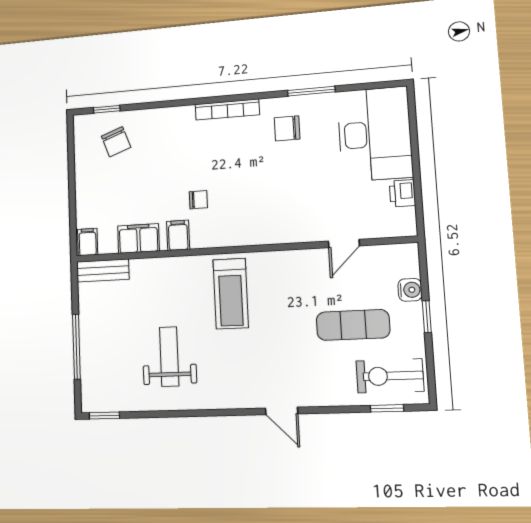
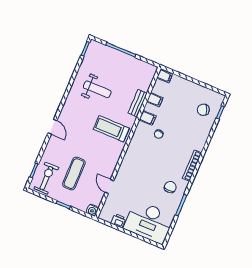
filing cabinet: (139, 238) -> (155, 100), width x0.50
bench: (103, 270) -> (138, 103), moved
water cooler: (410, 290) -> (92, 210), moved
door: (282, 411) -> (52, 127), swing flipped

